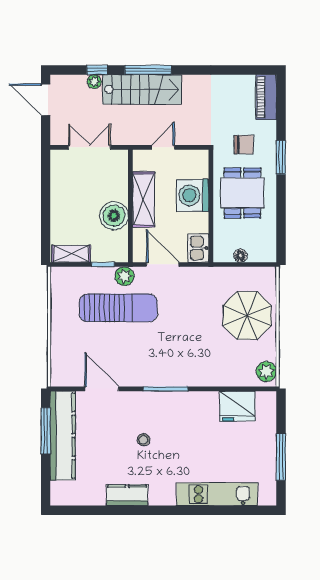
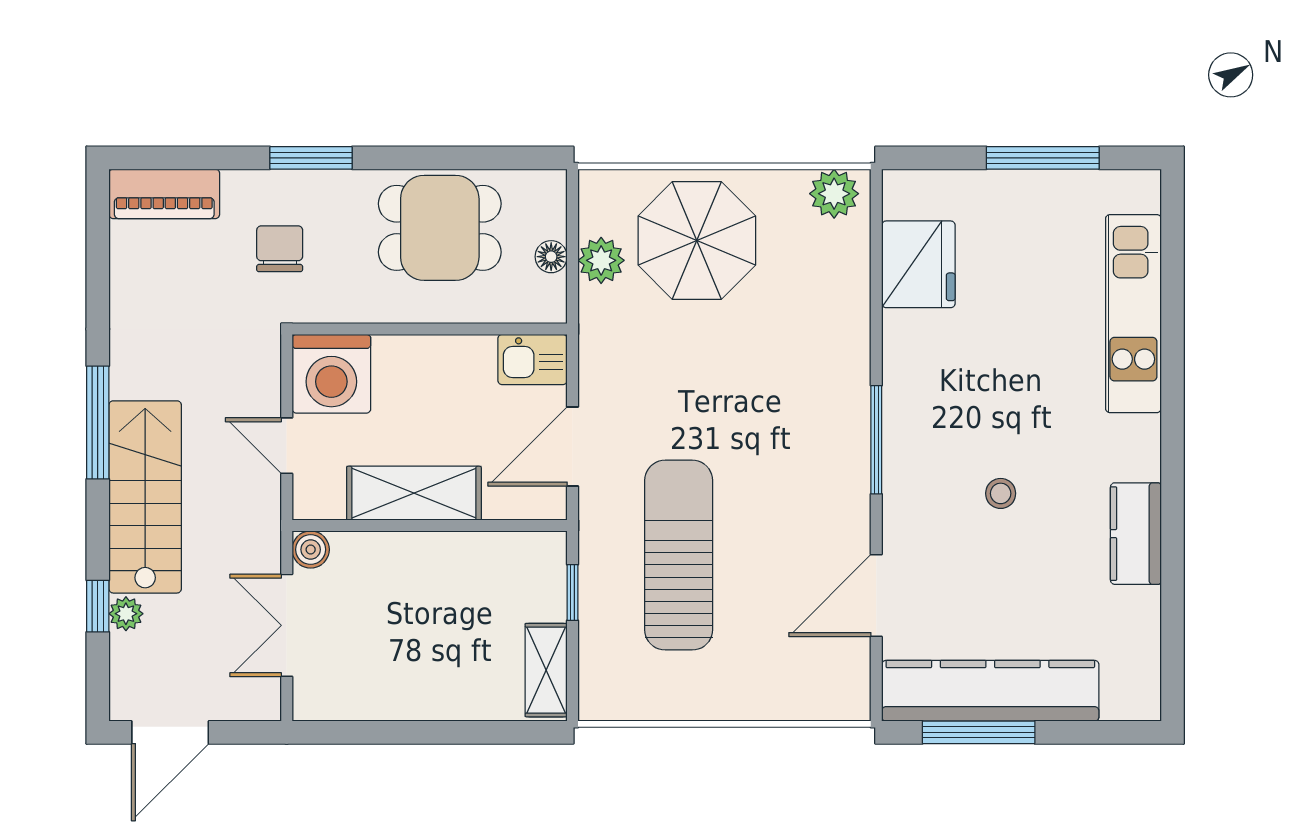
window: (148, 70) -> (98, 423), moved
dining table: (242, 193) -> (440, 228), moved
washing machine: (193, 195) -> (331, 374), moved
boiler: (114, 216) -> (311, 550), moved, width x0.54, depth x0.54
plant: (124, 276) -> (601, 260), moved

